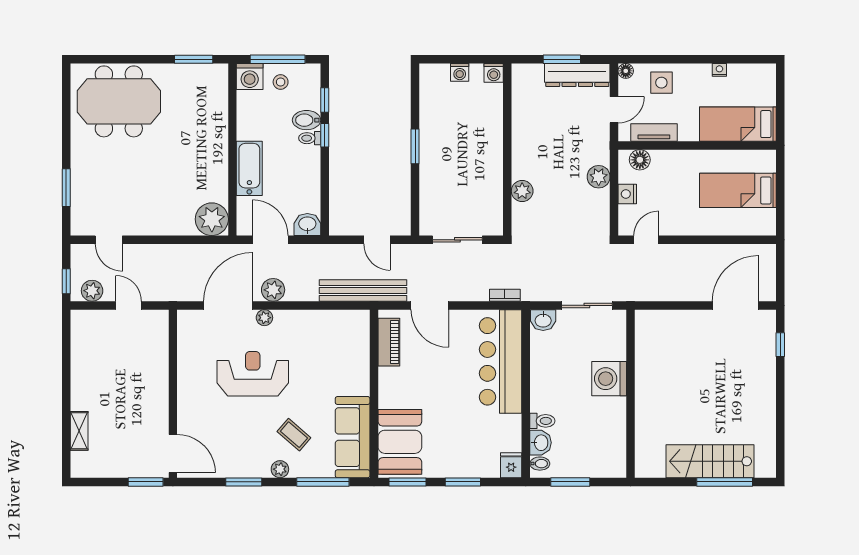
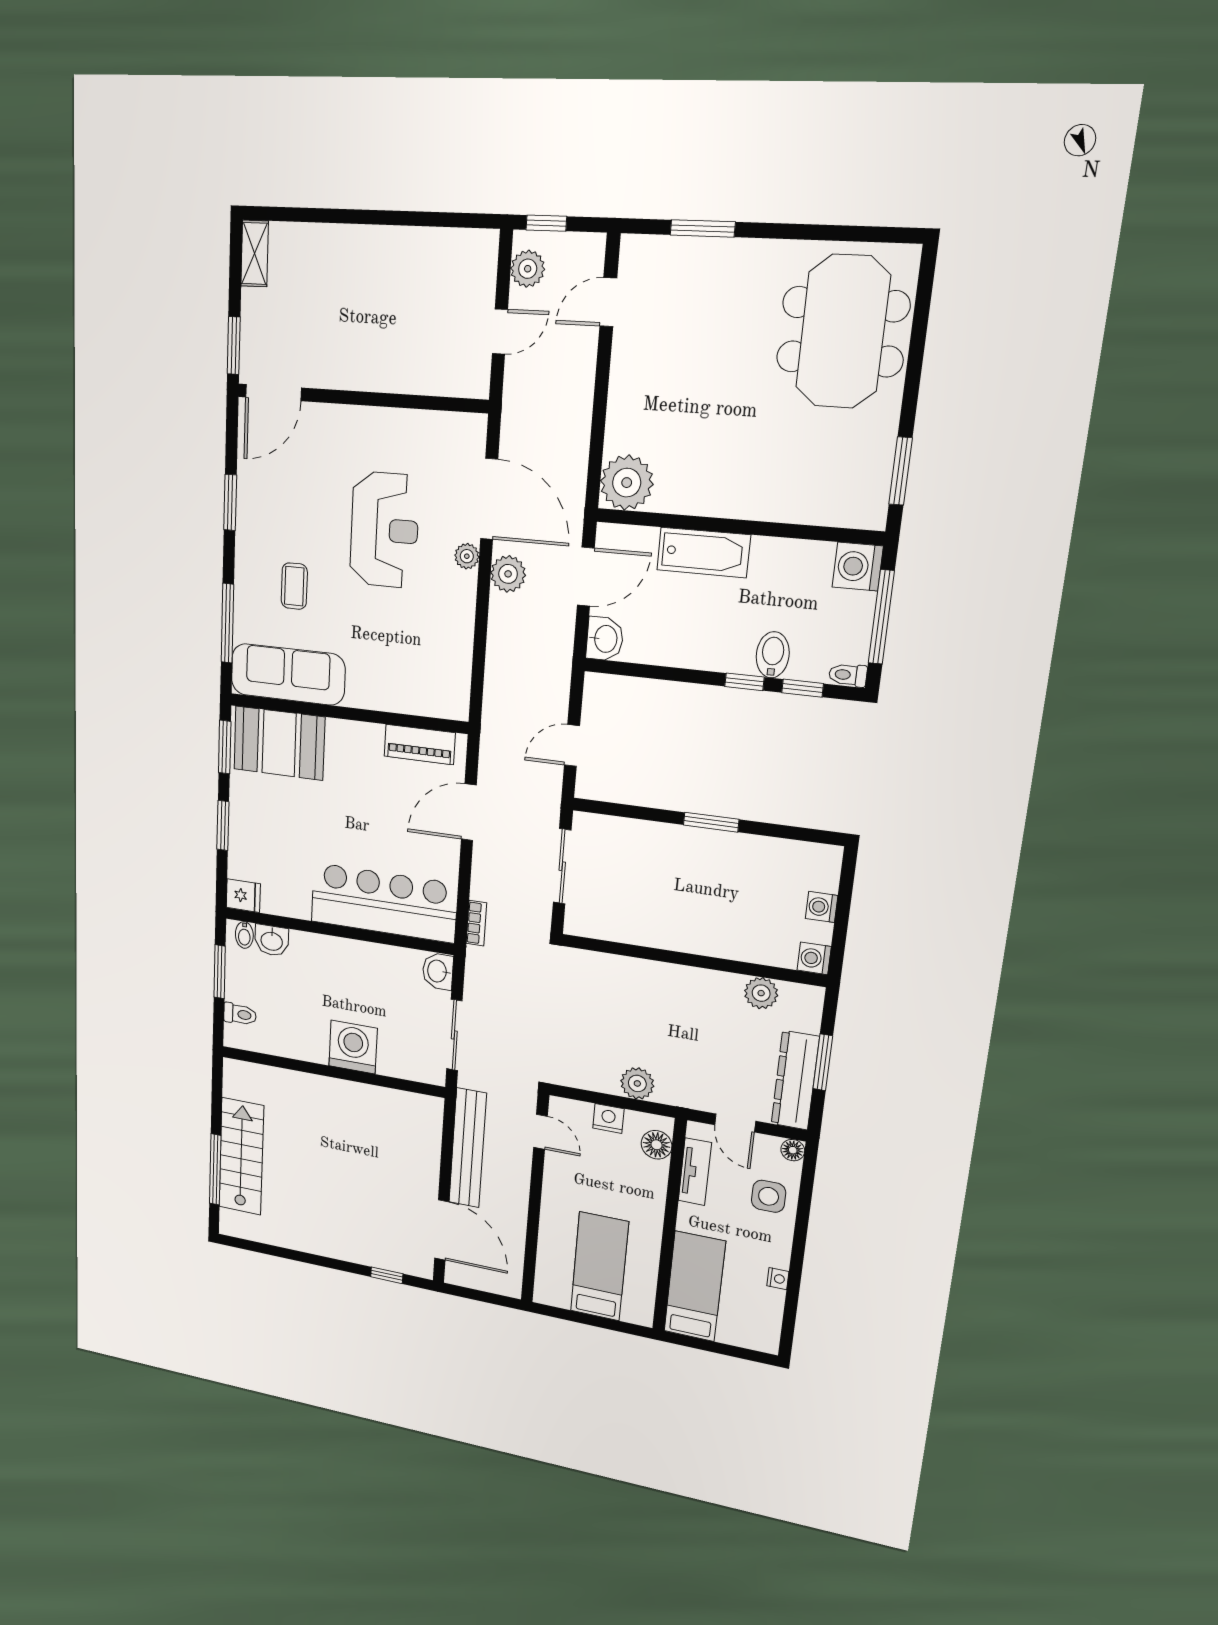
stool: (281, 82) -> (842, 618), removed
toilet: (310, 138) -> (848, 675), moved, turned -90
plant: (522, 191) -> (761, 993), moved
bench: (363, 290) -> (468, 1148), moved
toilet: (542, 421) -> (240, 1014), moved, turned -90
shelving: (79, 431) -> (255, 254), moved, turned 90
coffee table: (294, 435) -> (294, 586), turned -41
plant: (280, 469) -> (247, 560), removed

